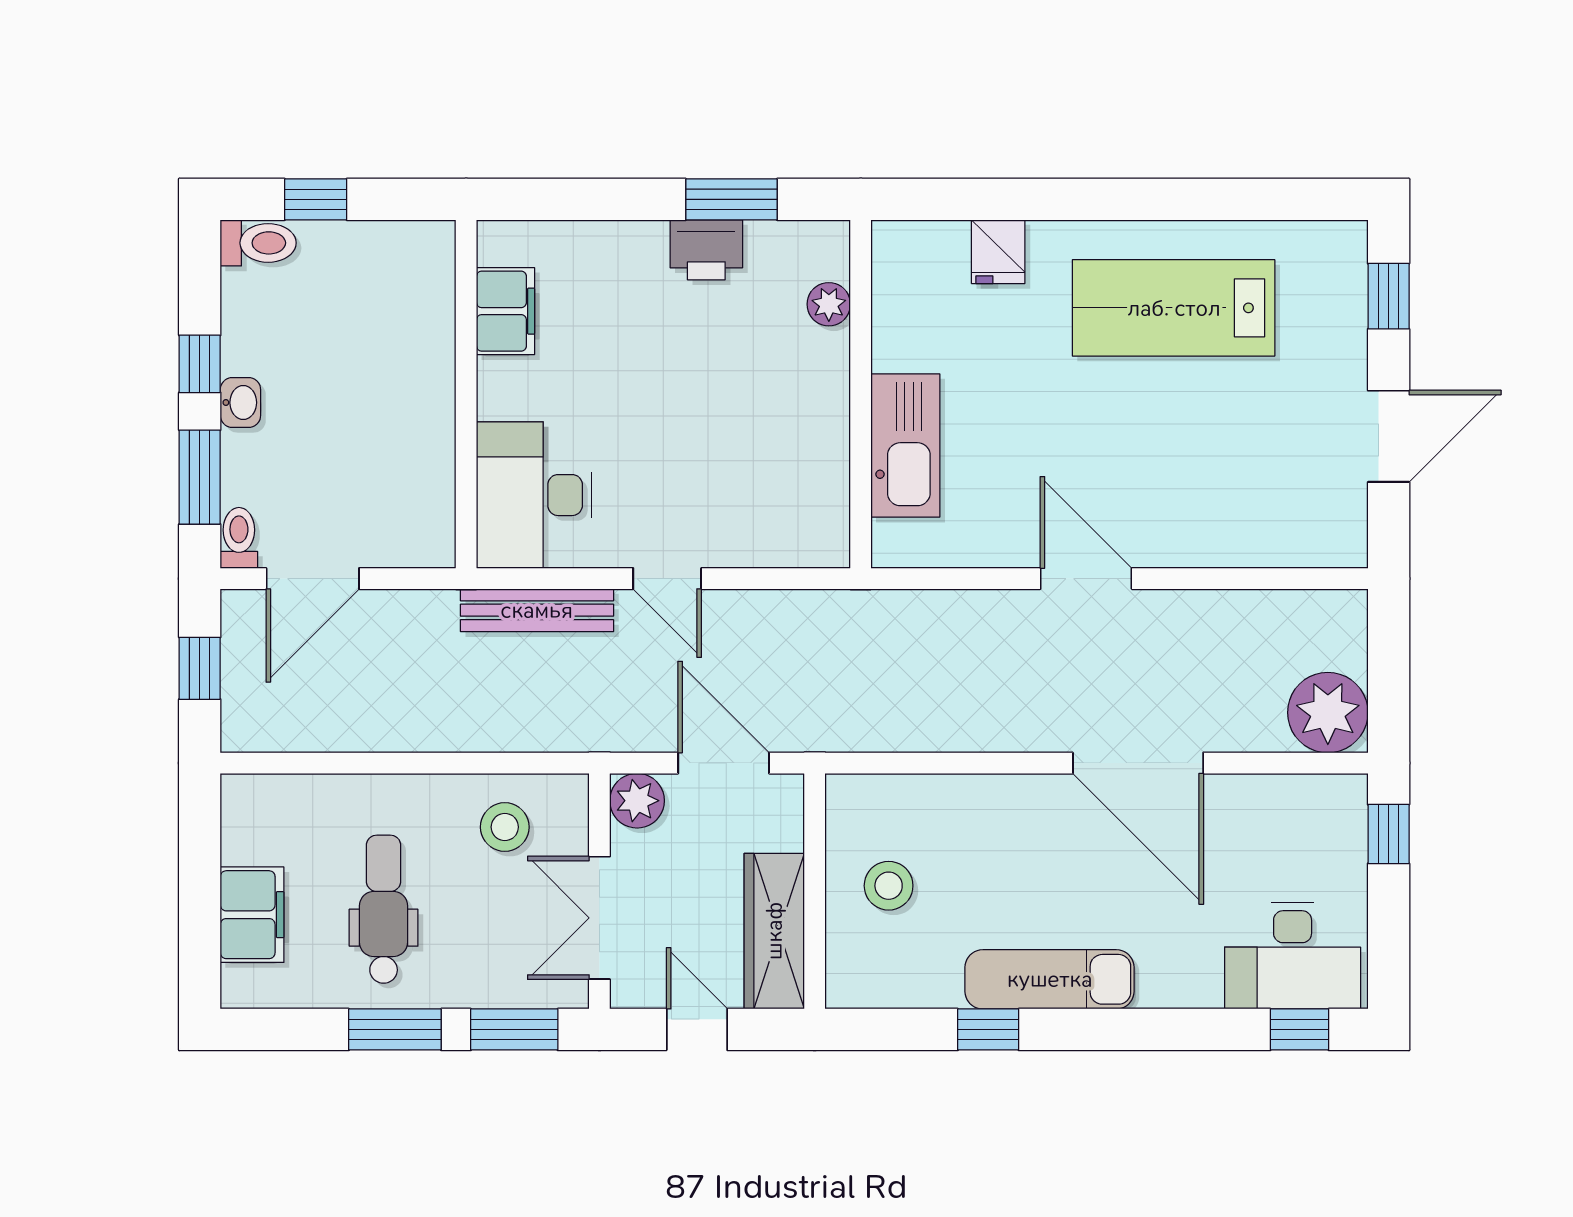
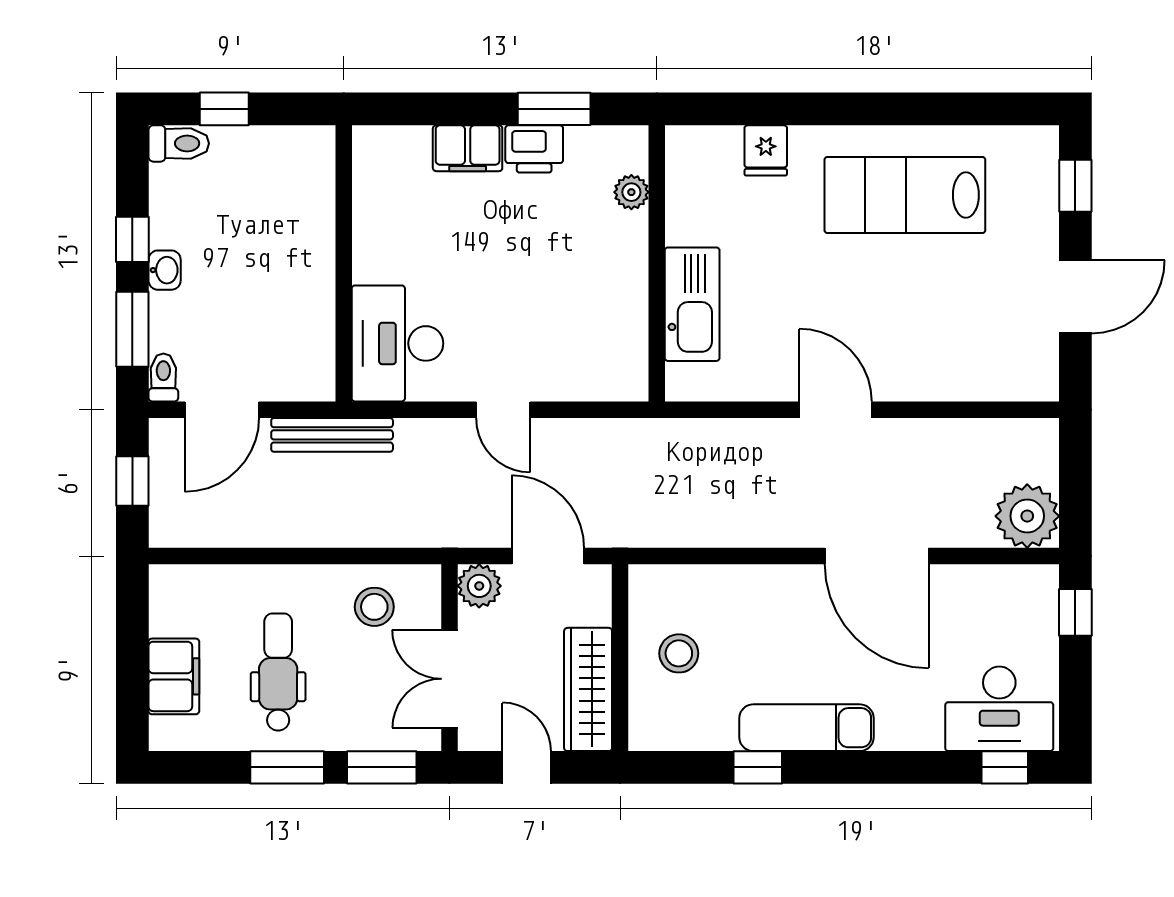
filing cabinet: (506, 311) -> (468, 148), moved, turned 90
bench: (537, 610) -> (332, 435), moved

